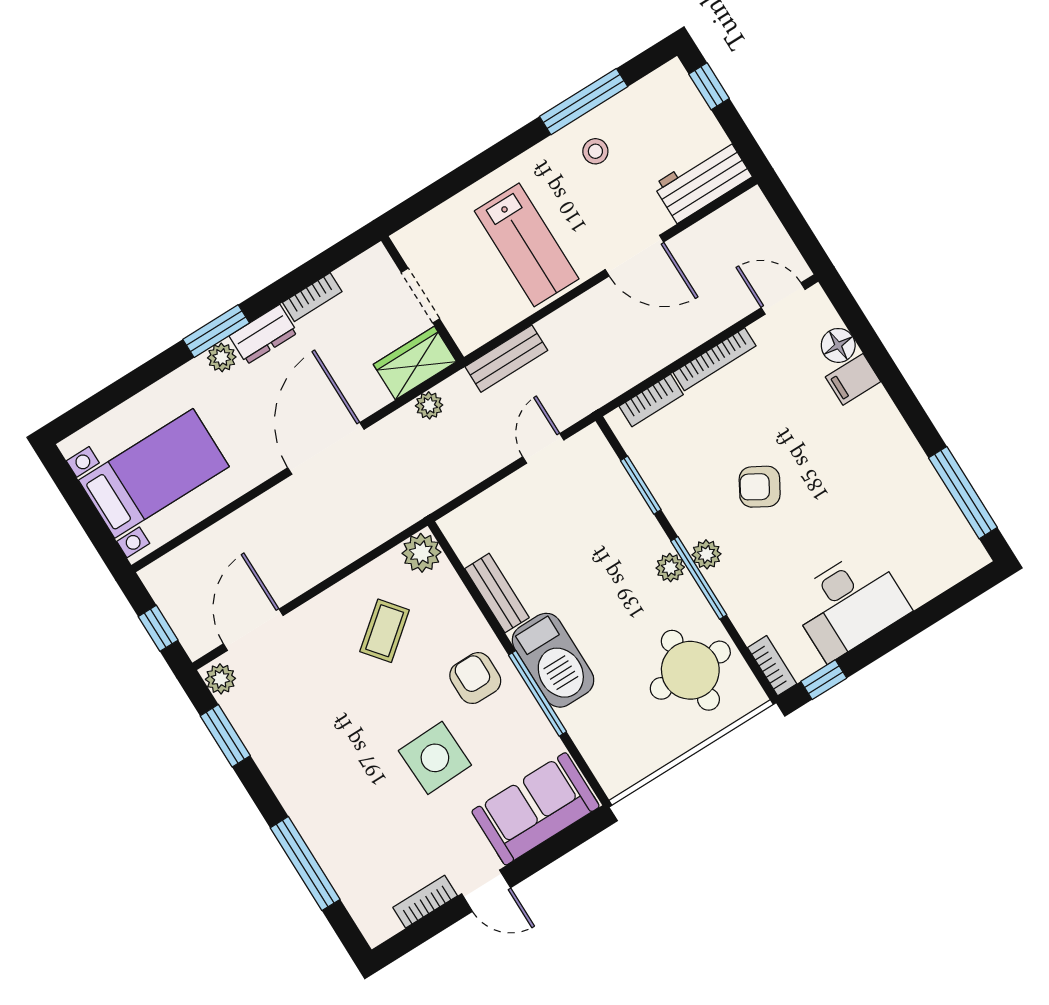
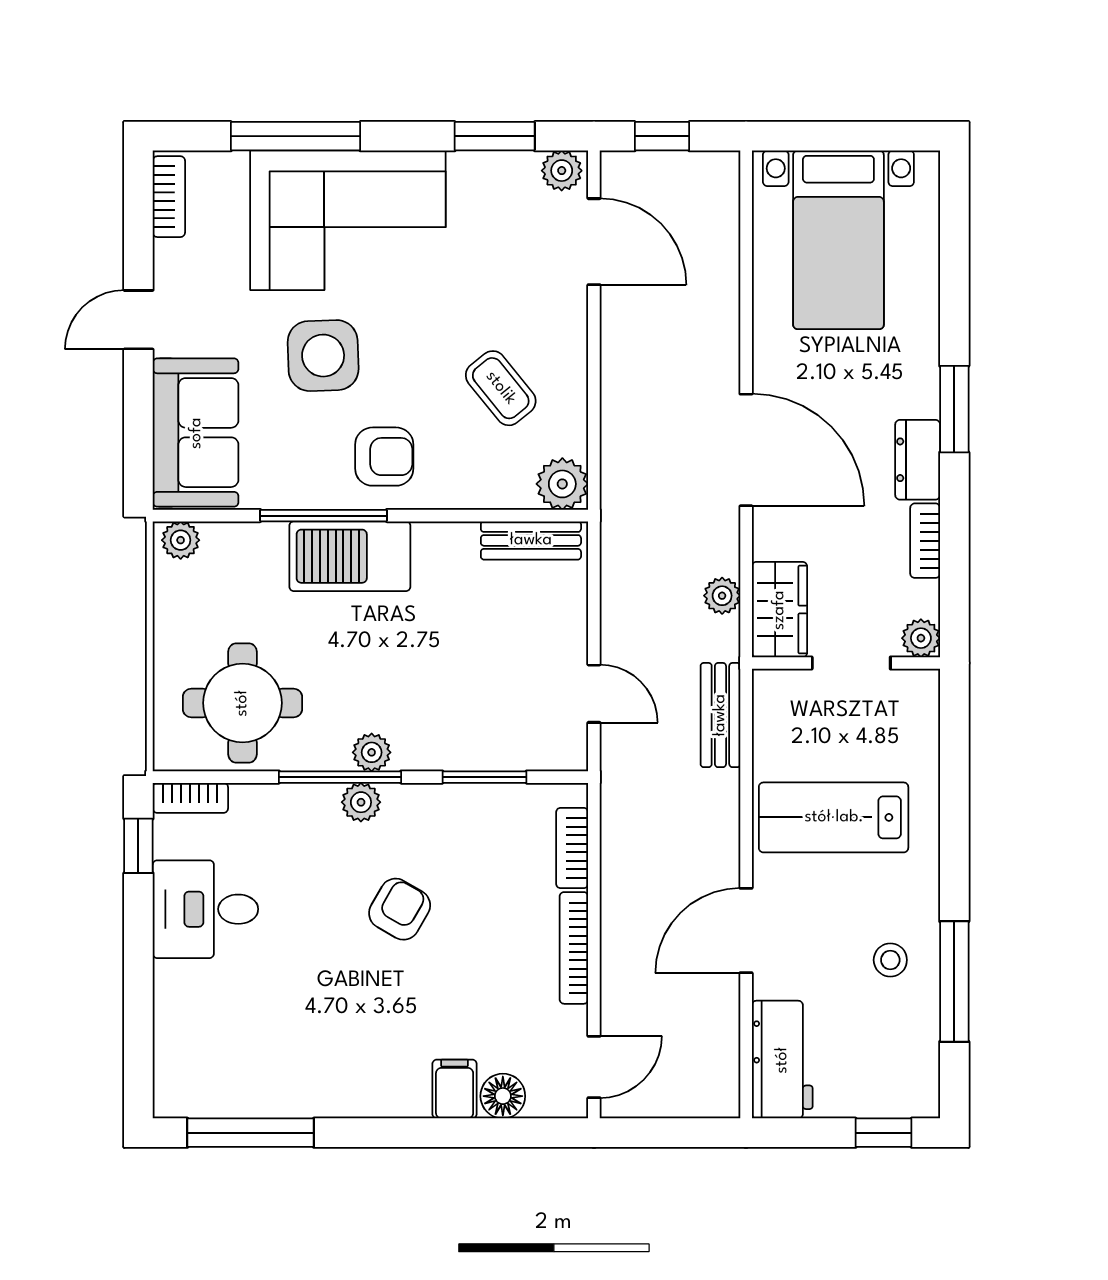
plant: (222, 357) -> (921, 638), moved
bench: (497, 593) -> (531, 540), moved
desk: (849, 604) -> (205, 909), width x0.73
plant: (611, 775) -> (181, 540), added
corner sofa: (338, 796) -> (348, 220), added
bookcase: (425, 902) -> (169, 197), moved

